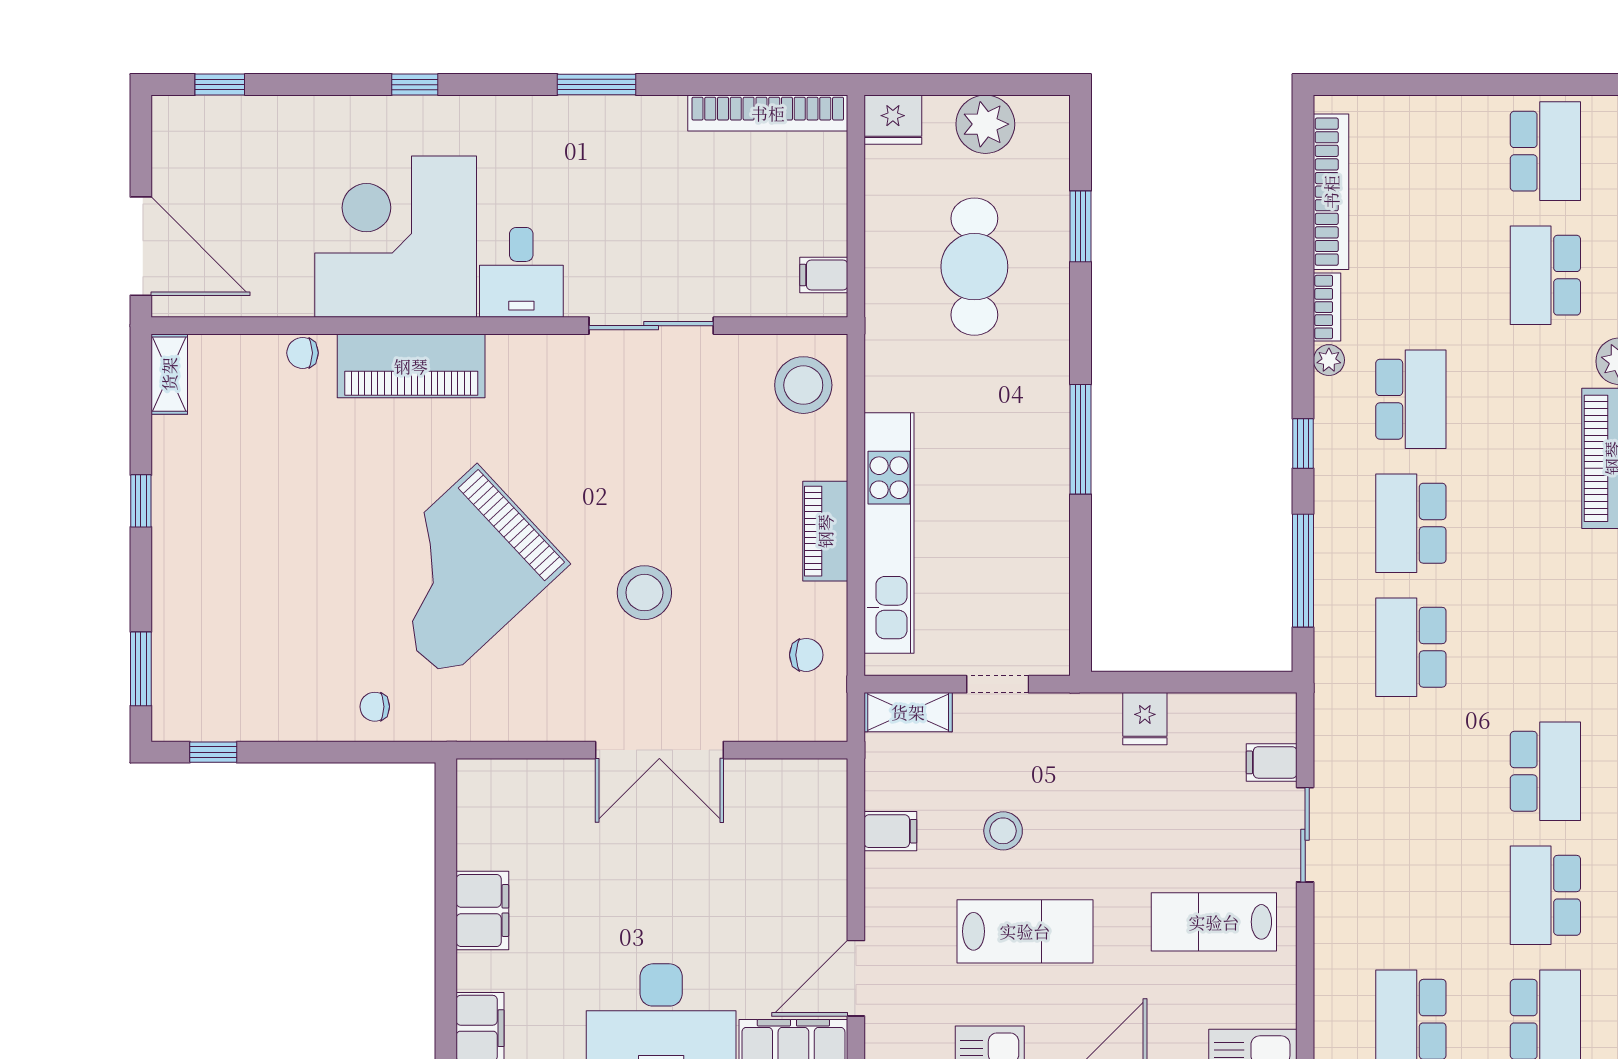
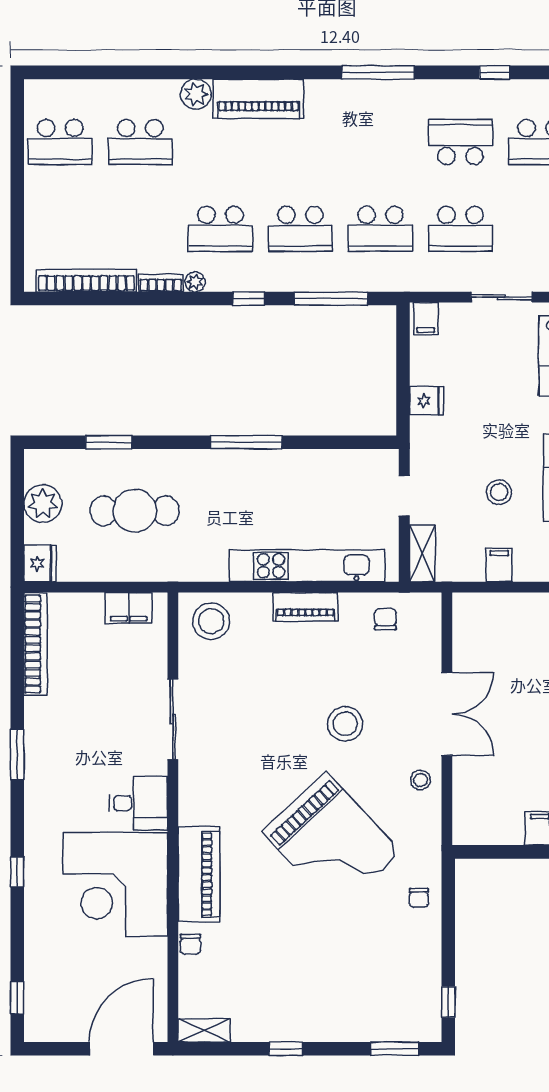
school desk: (1545, 151) -> (60, 142), turned 180
filing cabinet: (824, 275) -> (129, 608), width x2.00
school desk: (1411, 399) -> (220, 229), turned 180
stool: (557, 709) -> (421, 780), added
filing cabinet: (1272, 762) -> (426, 319), moved
school desk: (1411, 771) -> (461, 229), added

